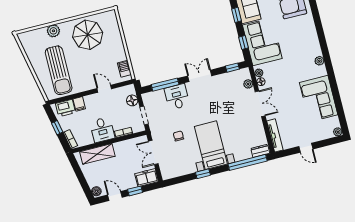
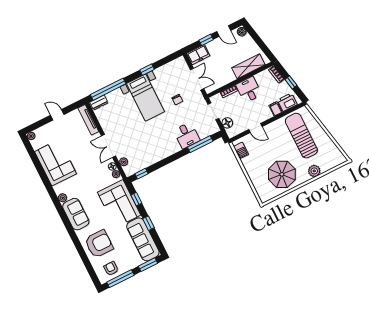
sofa: (309, 41) -> (76, 214), added
double door: (200, 76) -> (170, 159), removed

